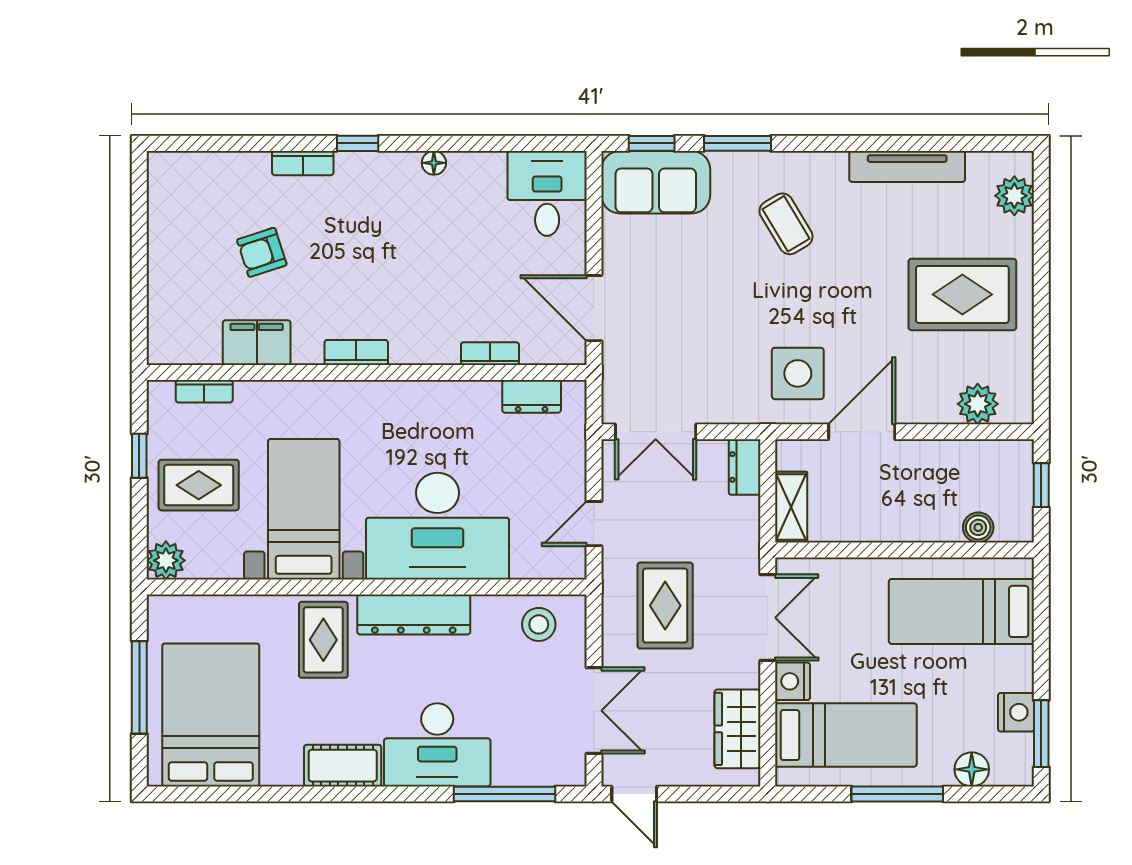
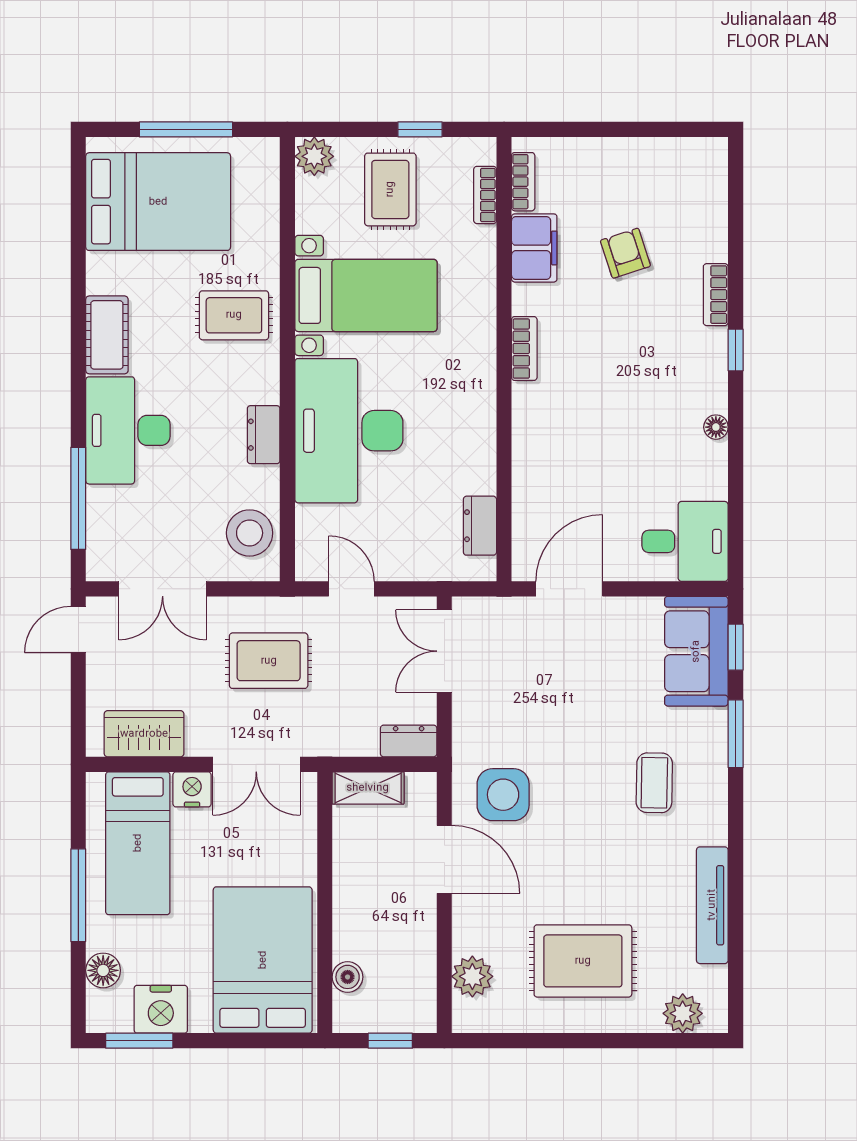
coffee table: (786, 224) -> (654, 783), turned -58
rug: (962, 294) -> (583, 961), turned 90
bookcase: (490, 354) -> (523, 182), moved
bed: (961, 611) -> (263, 960), width x1.50
dresser: (414, 614) -> (264, 435), width x0.51, depth x0.80
stool: (539, 624) -> (250, 533), width x1.38, depth x1.38
nightstand: (1016, 712) -> (161, 1009), width x1.36, depth x1.33

